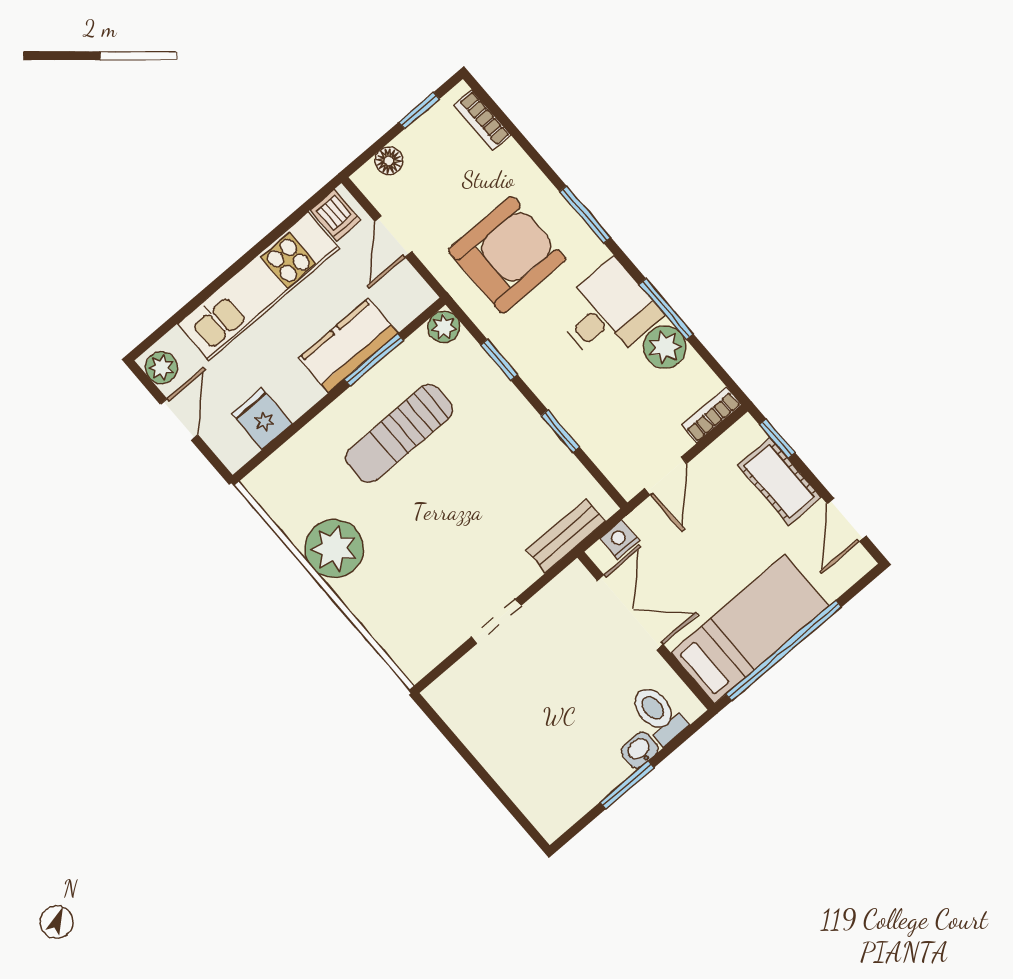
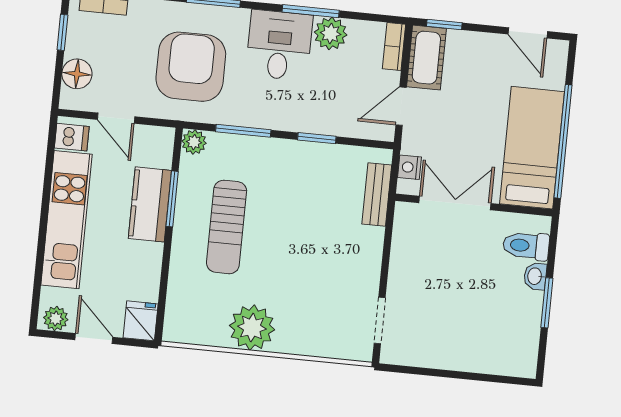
floor lamp: (389, 161) -> (77, 74), width x1.37, depth x1.37
window: (499, 360) -> (243, 131), width x1.50
fridge: (262, 419) -> (141, 321), moved, turned 90
door: (666, 476) -> (401, 106), swing flipped
cot: (779, 481) -> (426, 58), moved, turned 90
doorway: (496, 621) -> (380, 320), moved

